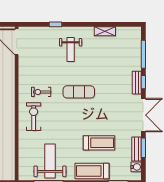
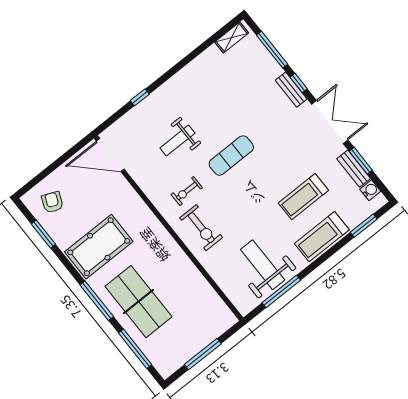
shelving: (105, 31) -> (232, 38), moved
weight bench: (71, 49) -> (177, 141), moved, turned 90
exercise bike: (34, 117) -> (201, 228), turned 180
treadmill: (99, 143) -> (303, 197), turned 180

